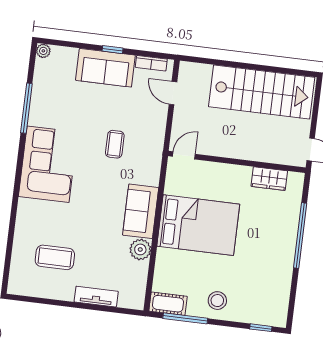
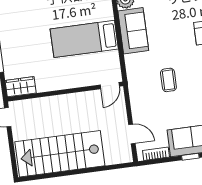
wardrobe: (269, 179) -> (21, 87), moved
bed: (198, 225) -> (84, 39), width x0.67

